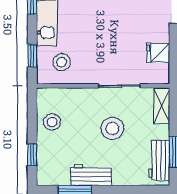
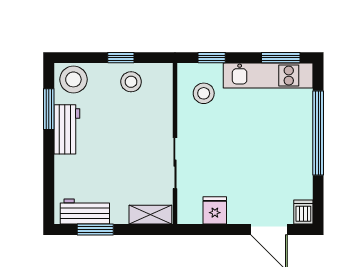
stool: (112, 128) -> (73, 79), moved
window: (32, 155) -> (121, 58), moved

